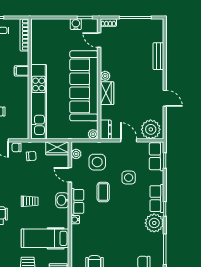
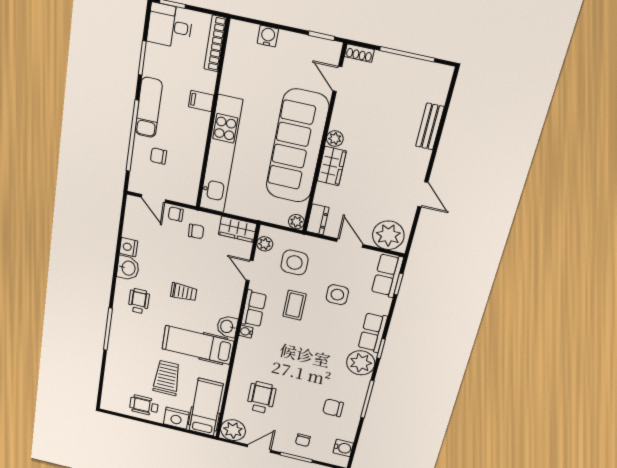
water cooler: (76, 24) -> (268, 36), moved
washbasin: (62, 200) -> (227, 327), moved

